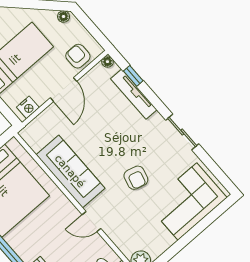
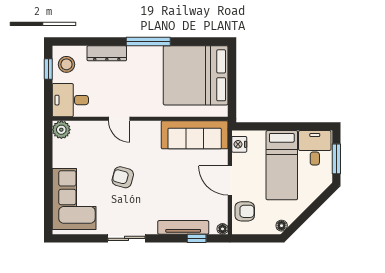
sofa: (70, 171) -> (195, 135), moved
door: (91, 222) -> (119, 119), swing flipped

